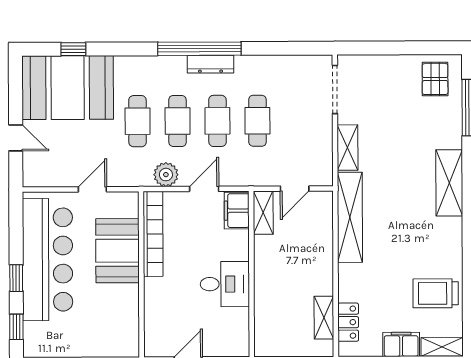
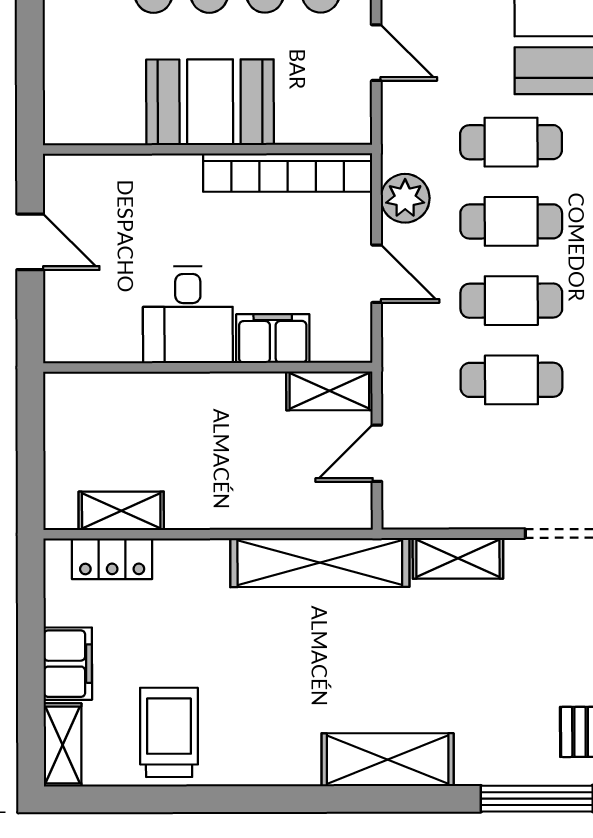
door: (295, 189) -> (377, 453), hinge flipped
filing cabinet: (237, 211) -> (273, 339), moved
booth: (118, 251) -> (210, 102), moved

